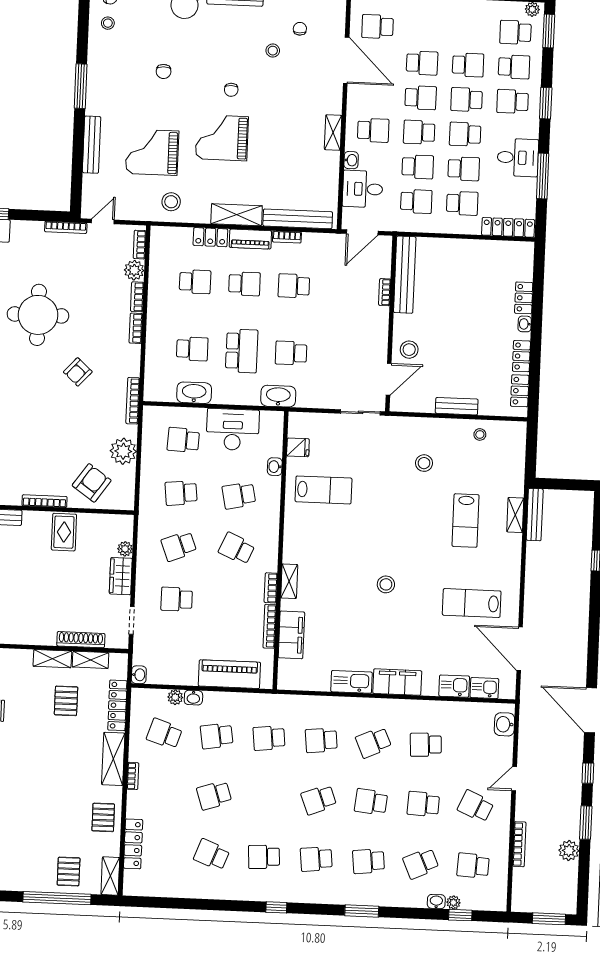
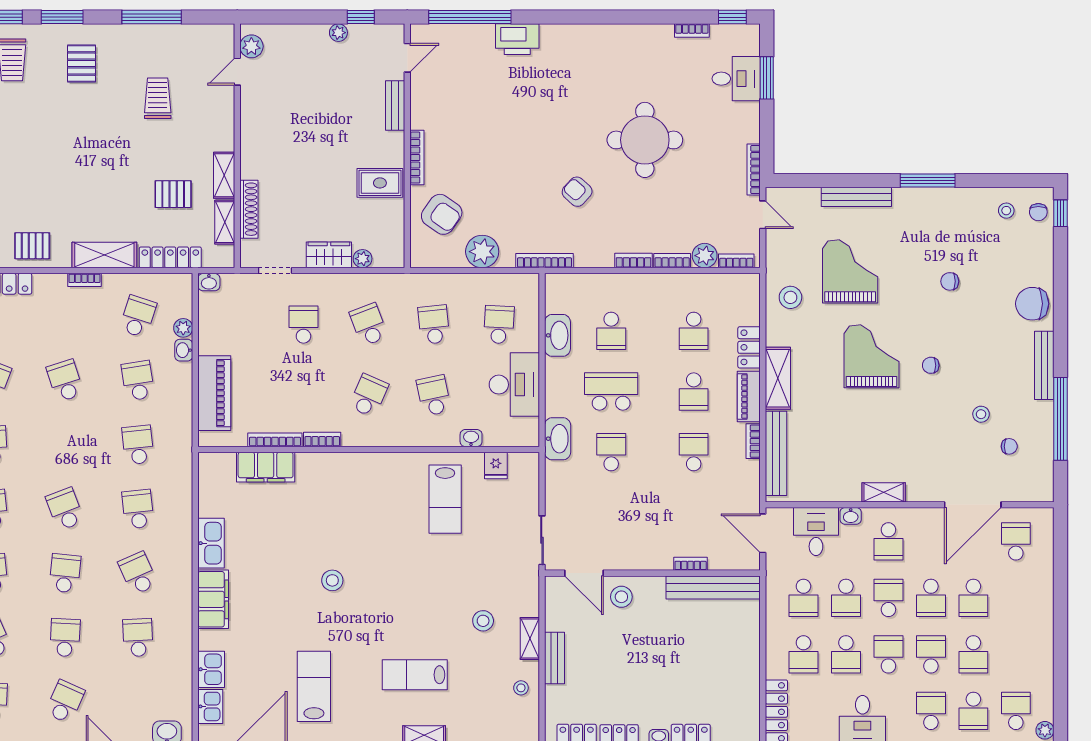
school desk: (242, 351) -> (611, 392), turned 180
shelving: (289, 581) -> (530, 639), moved, turned 90

